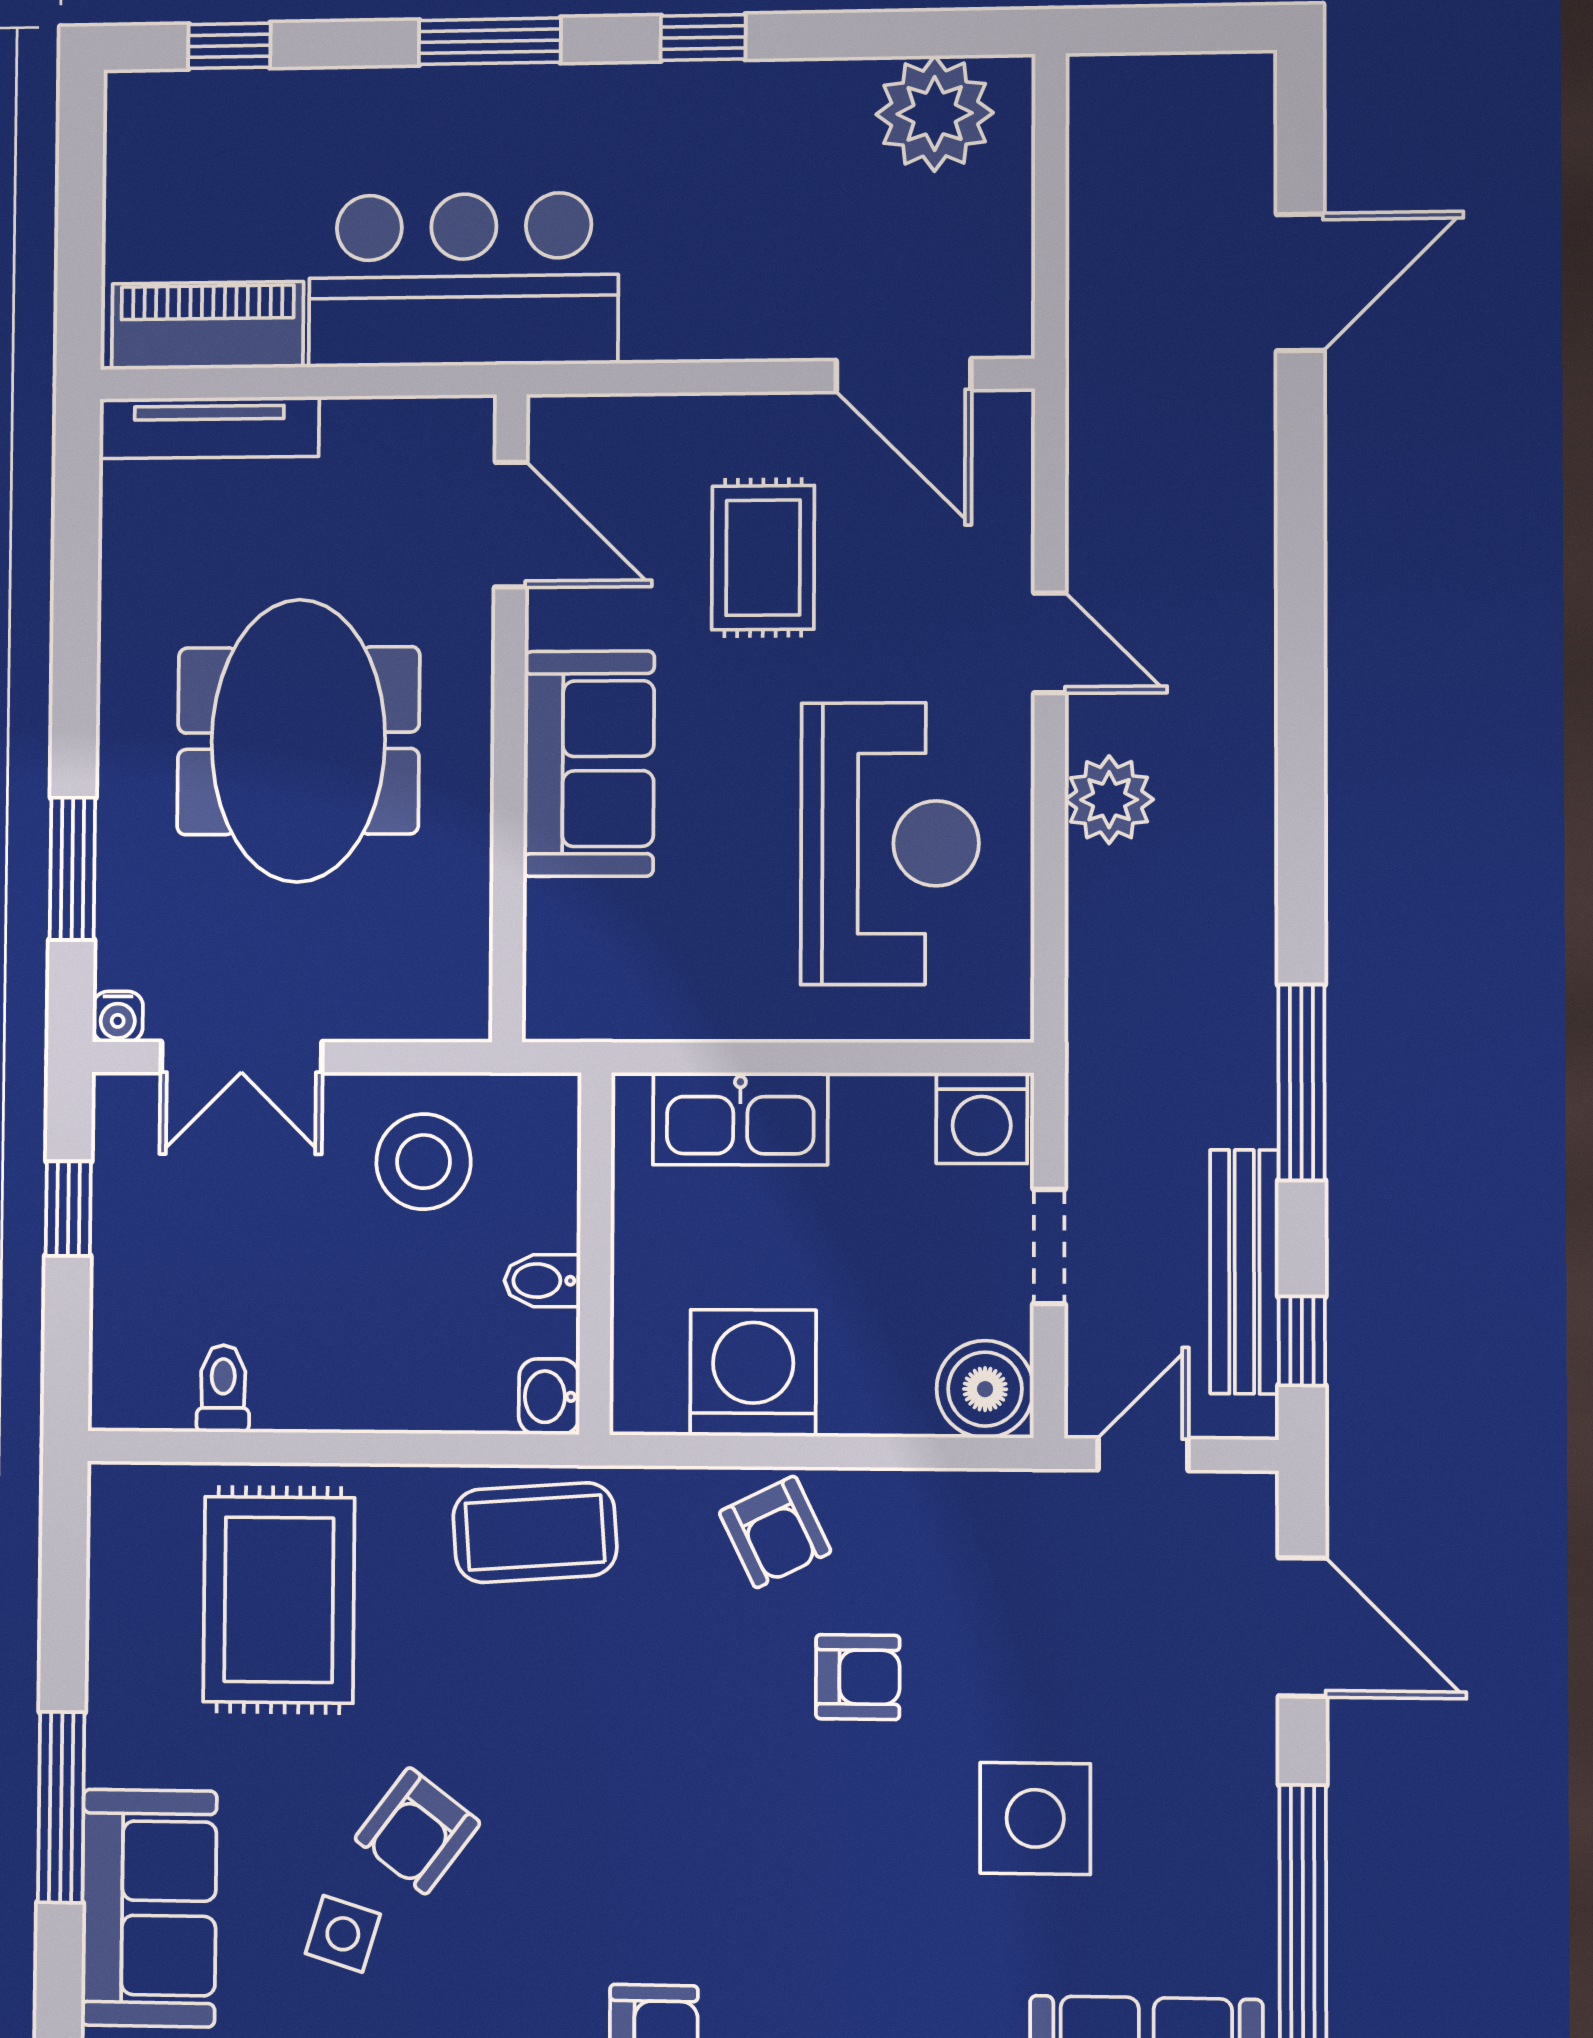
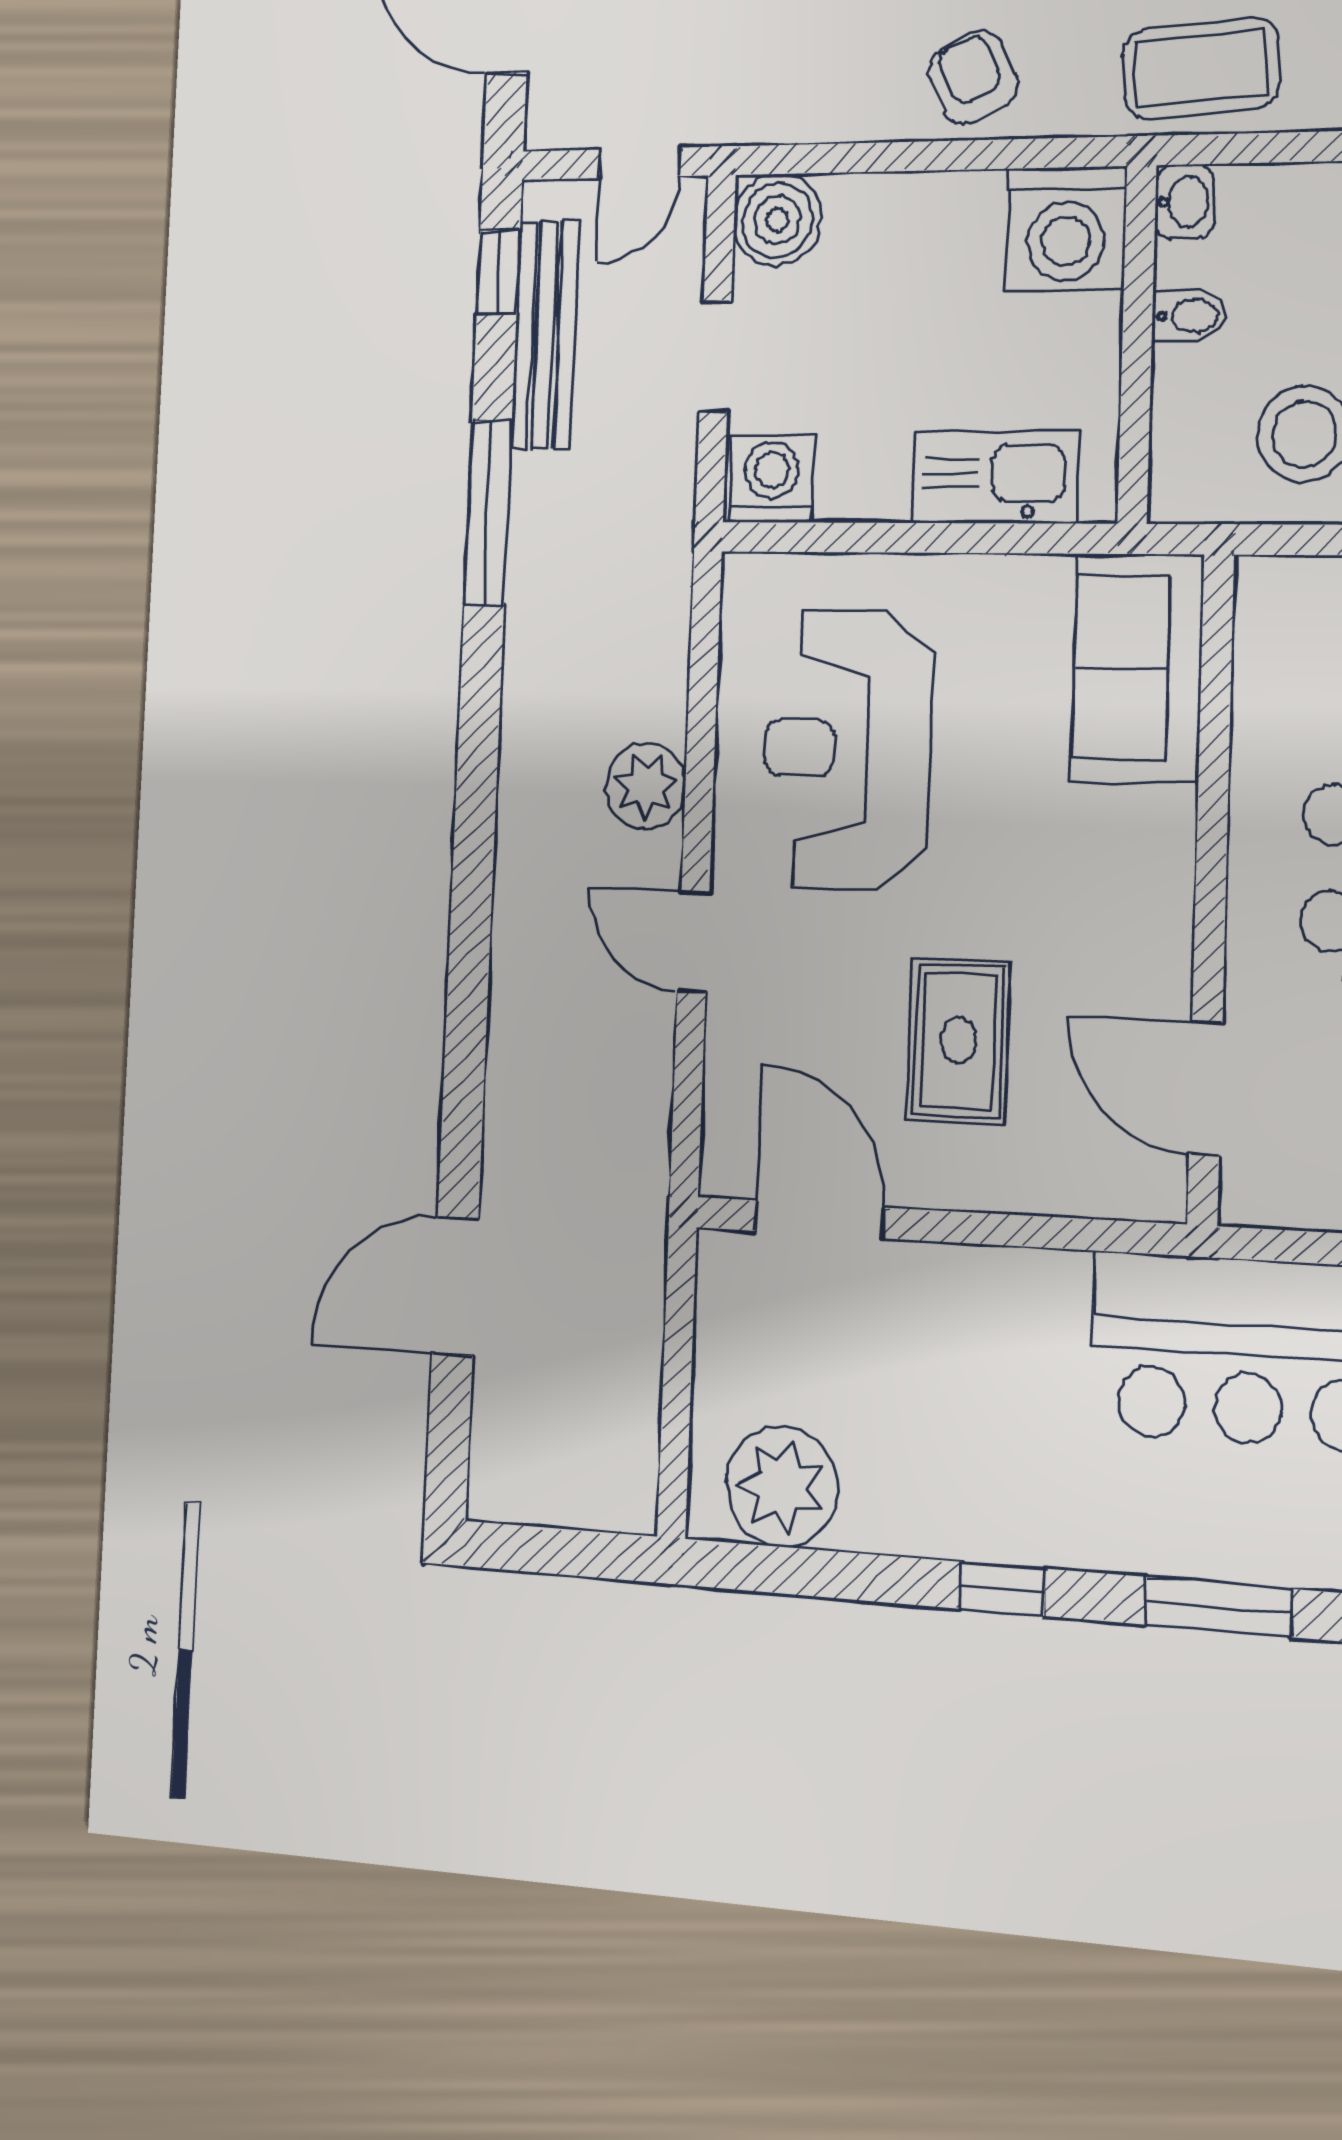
sofa: (589, 764) -> (1137, 668), moved
washing machine: (753, 1373) -> (1066, 229), moved

